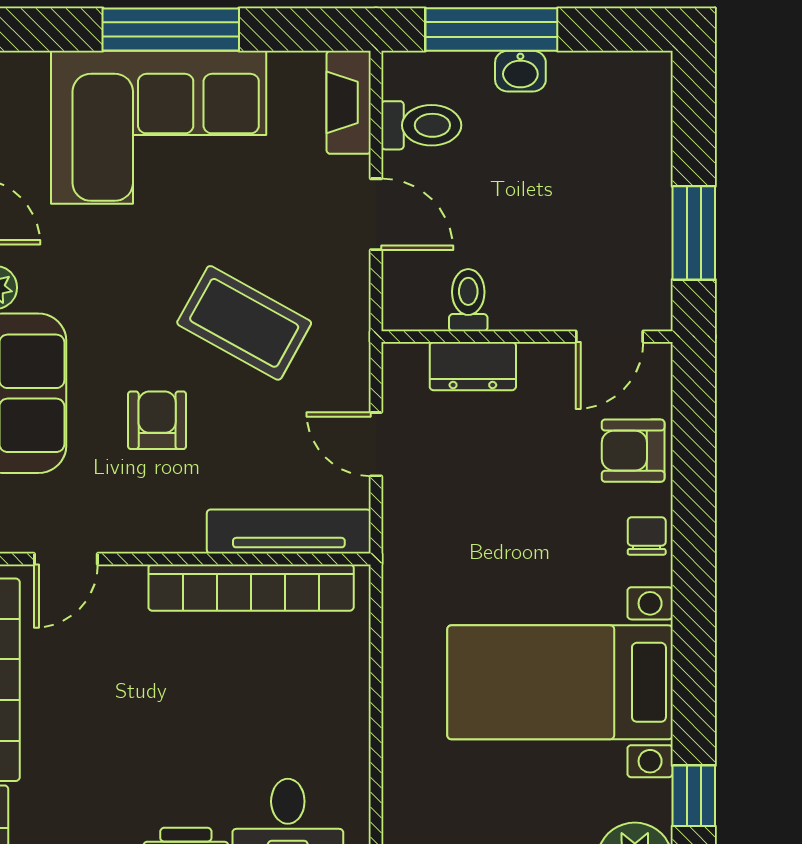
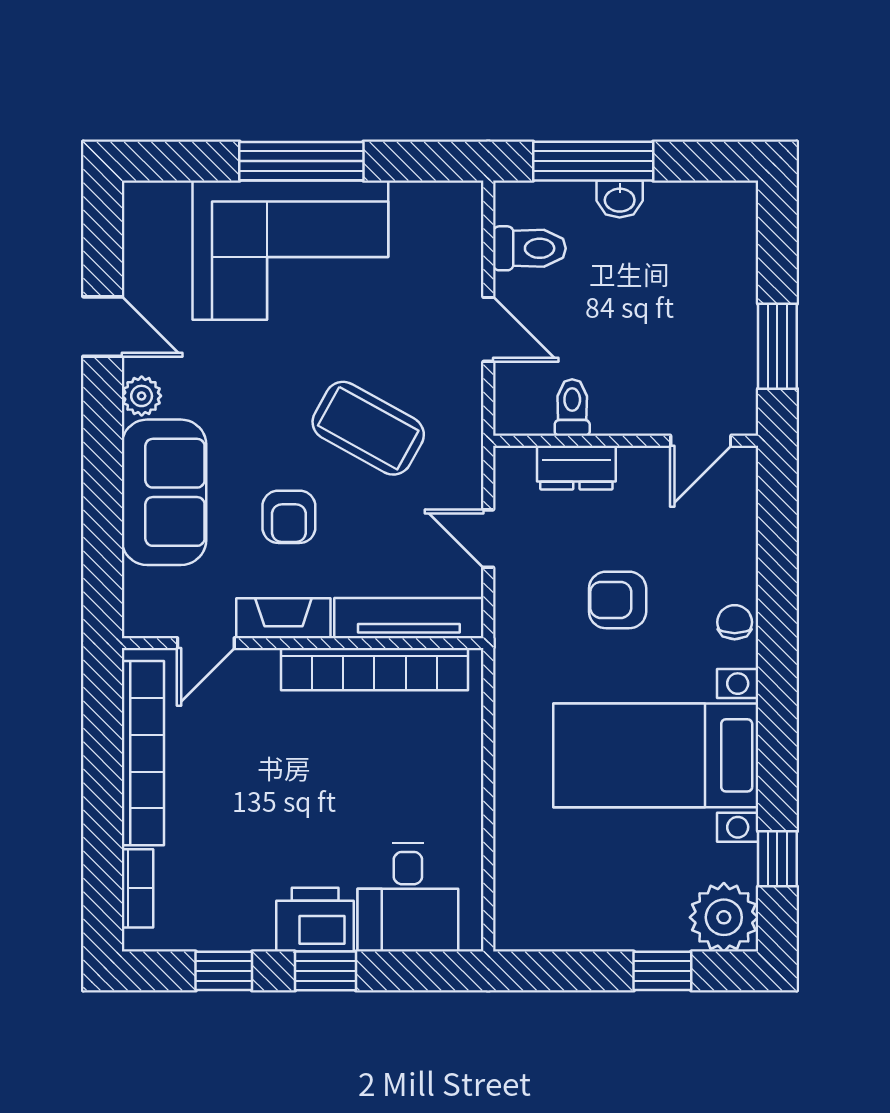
fireplace: (349, 102) -> (283, 618), moved, turned 90
armchair: (157, 420) -> (289, 517), turned 180
armchair: (633, 451) -> (618, 600), moved

